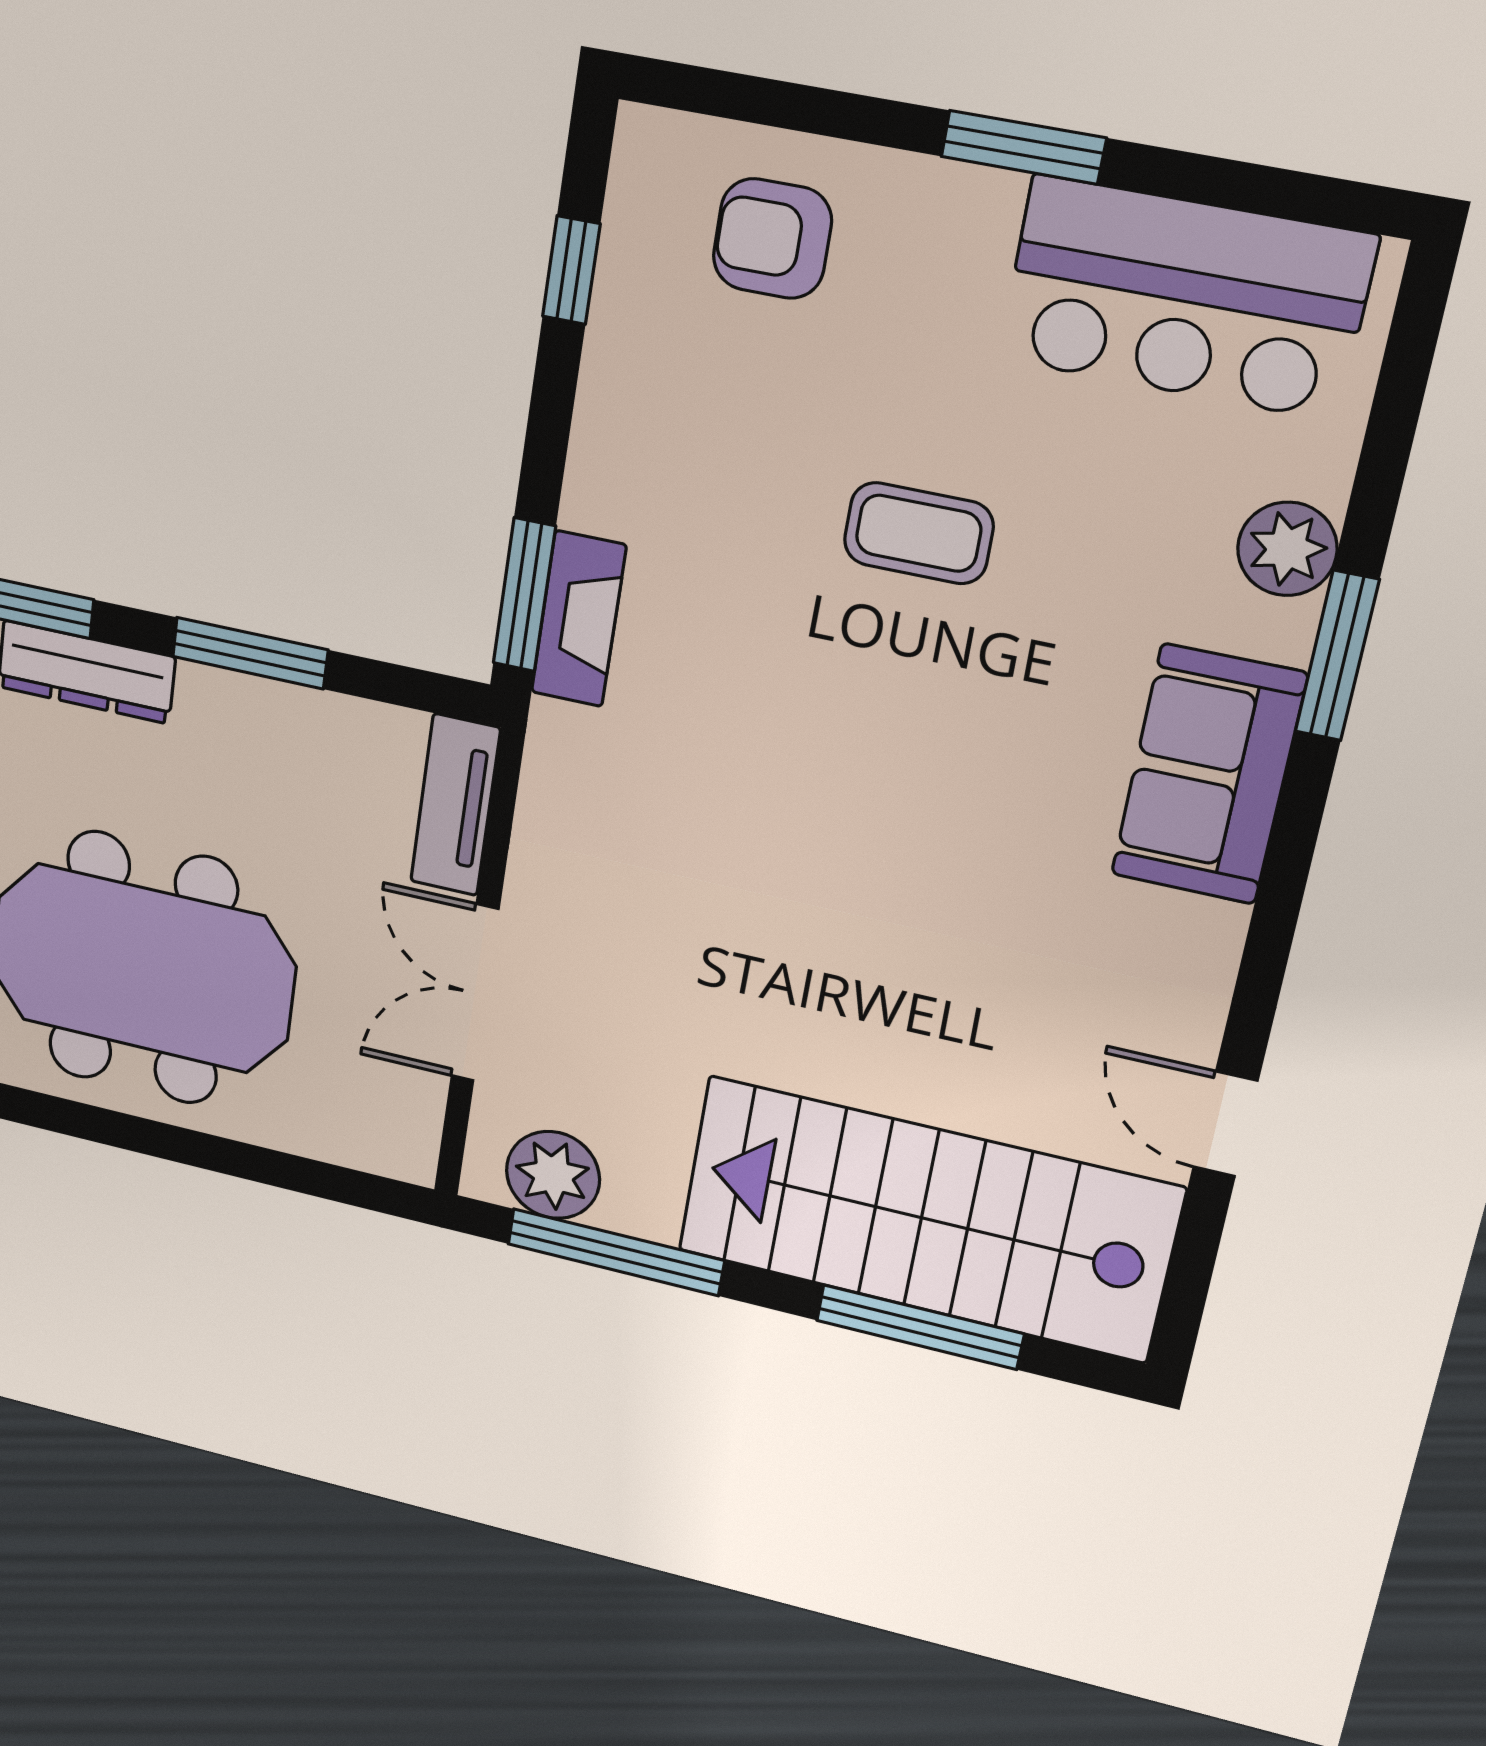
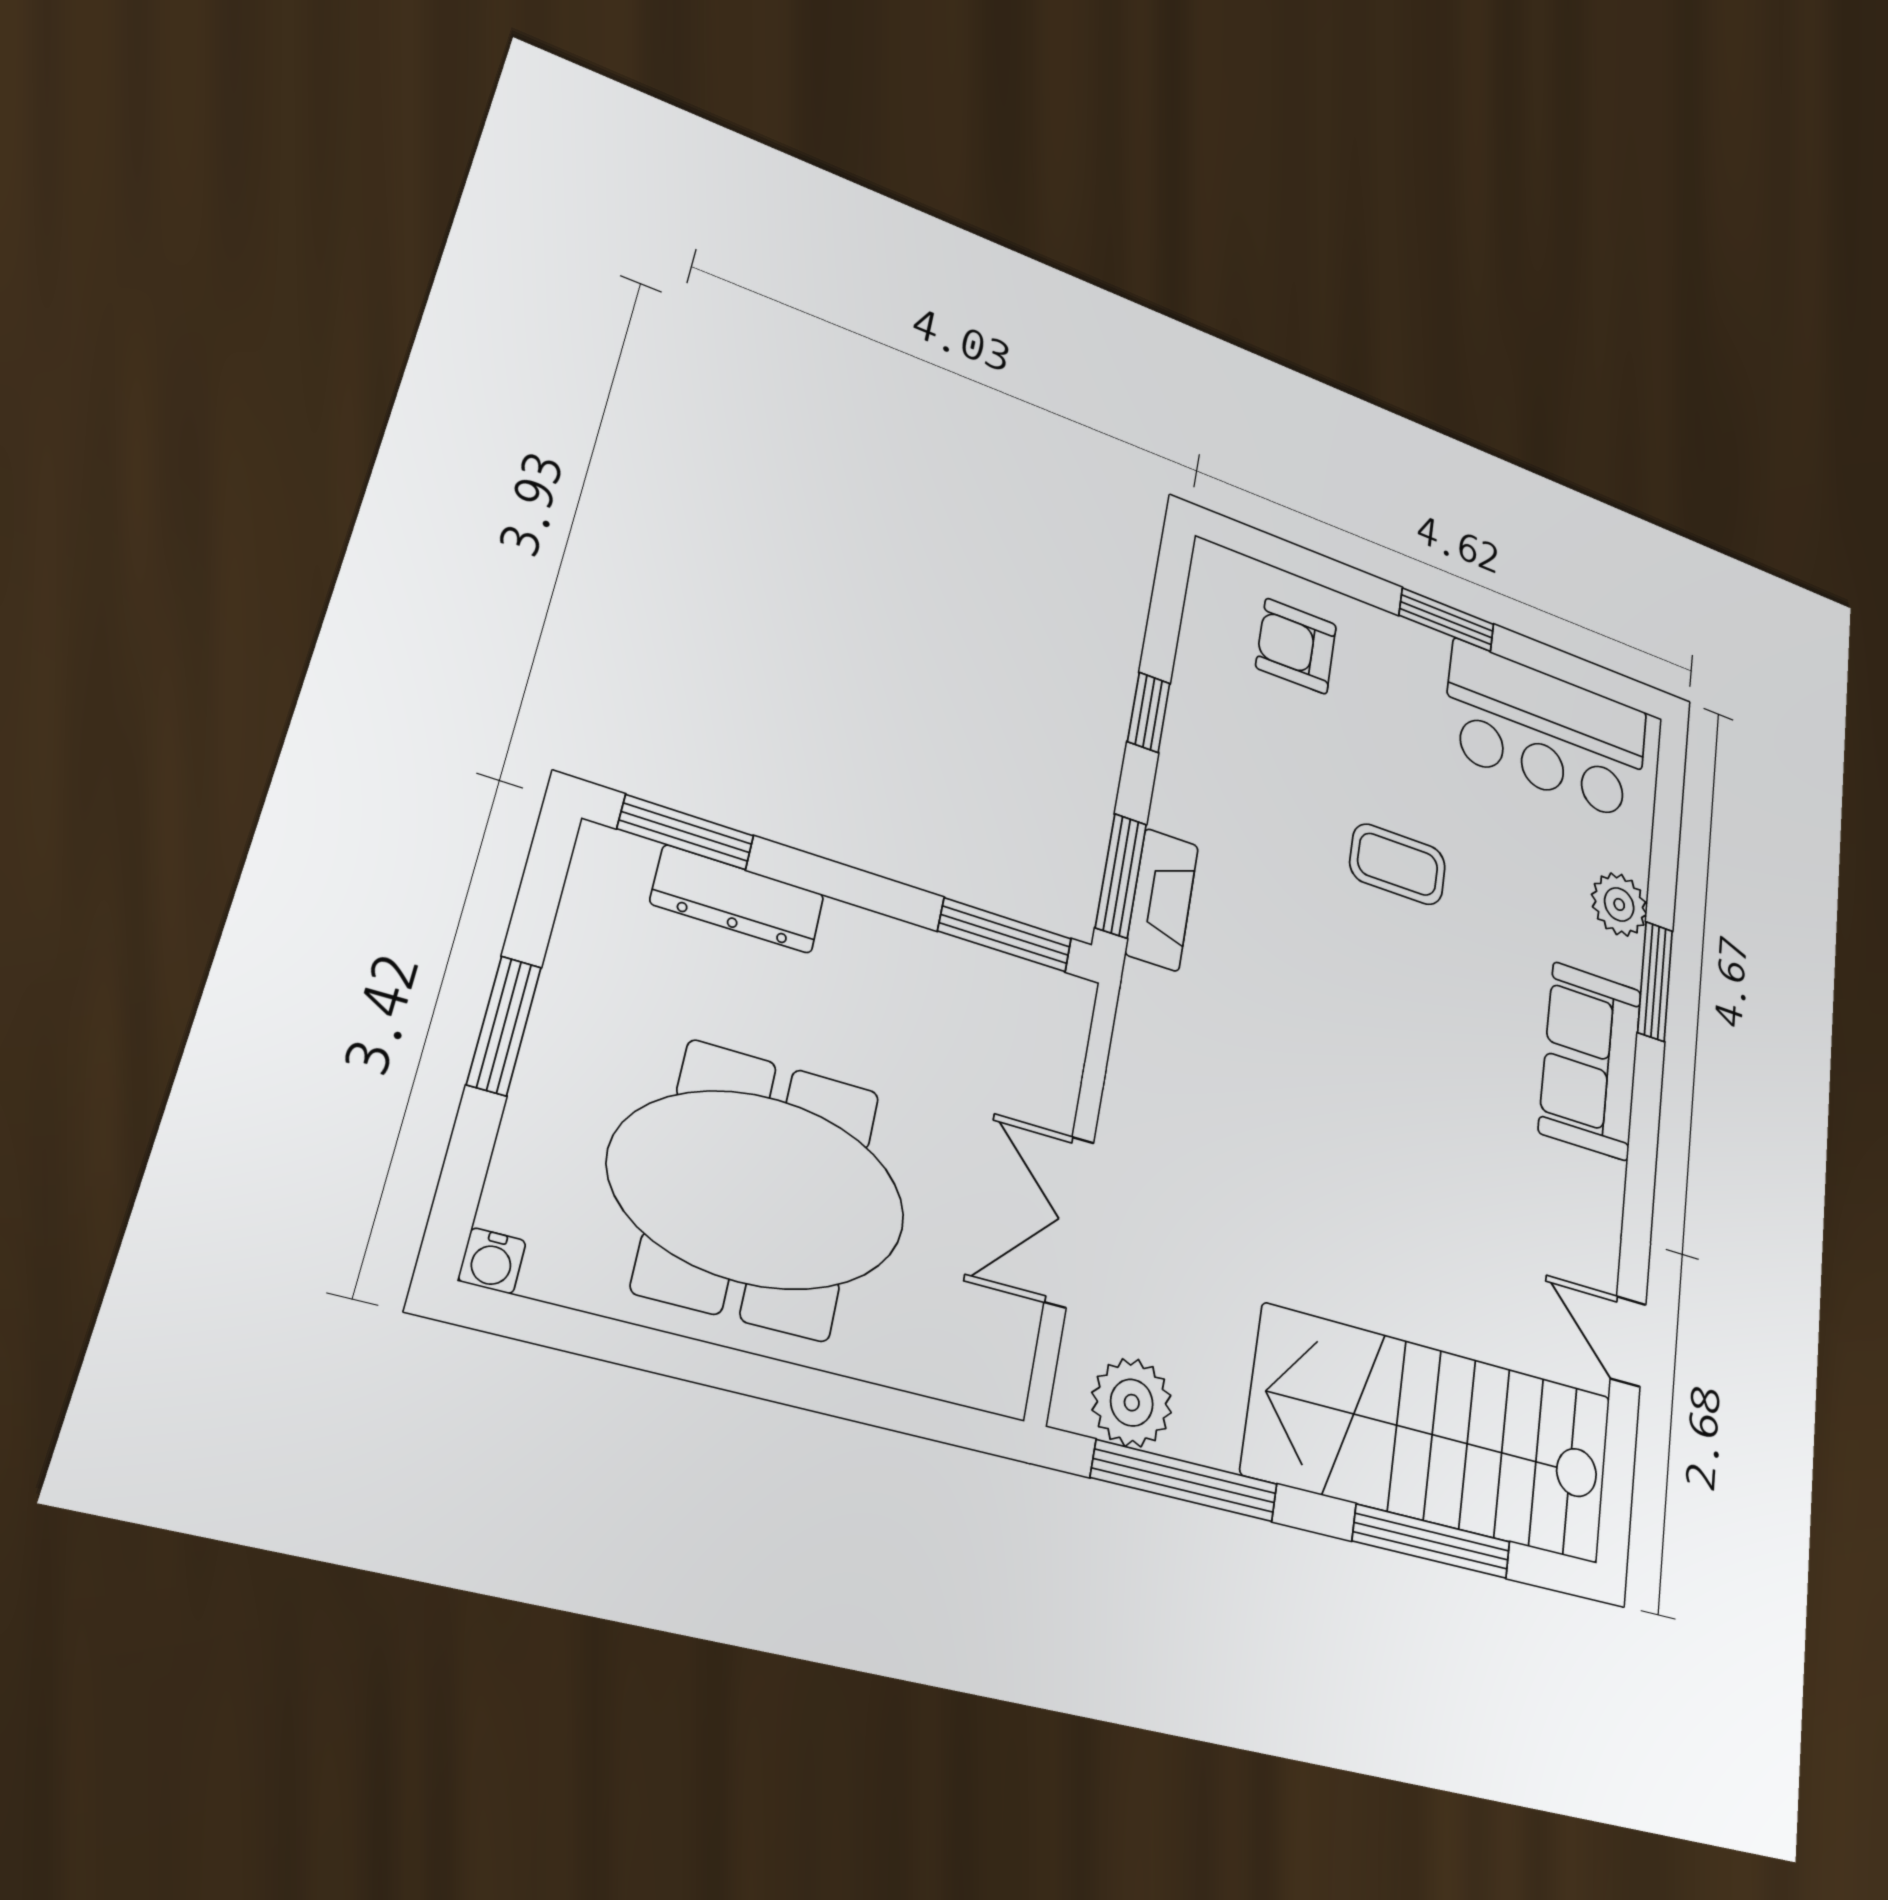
window: (571, 270) -> (1149, 712), moved
window: (250, 653) -> (1005, 935), moved
tv unit: (455, 805) -> (1059, 1047), removed

